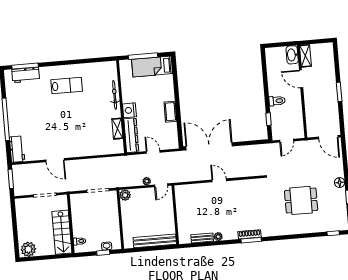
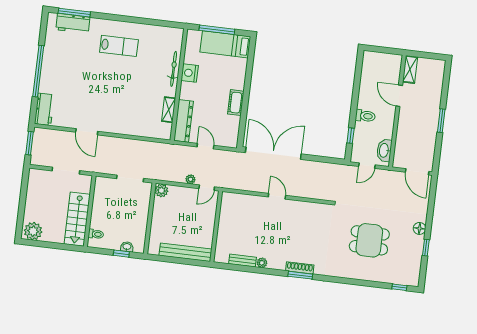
washbasin: (292, 55) -> (384, 150), moved
nightstand: (129, 110) -> (190, 73), moved

